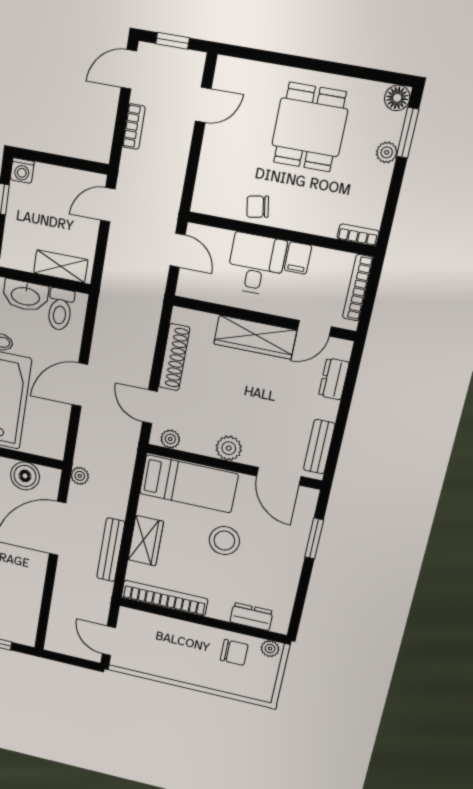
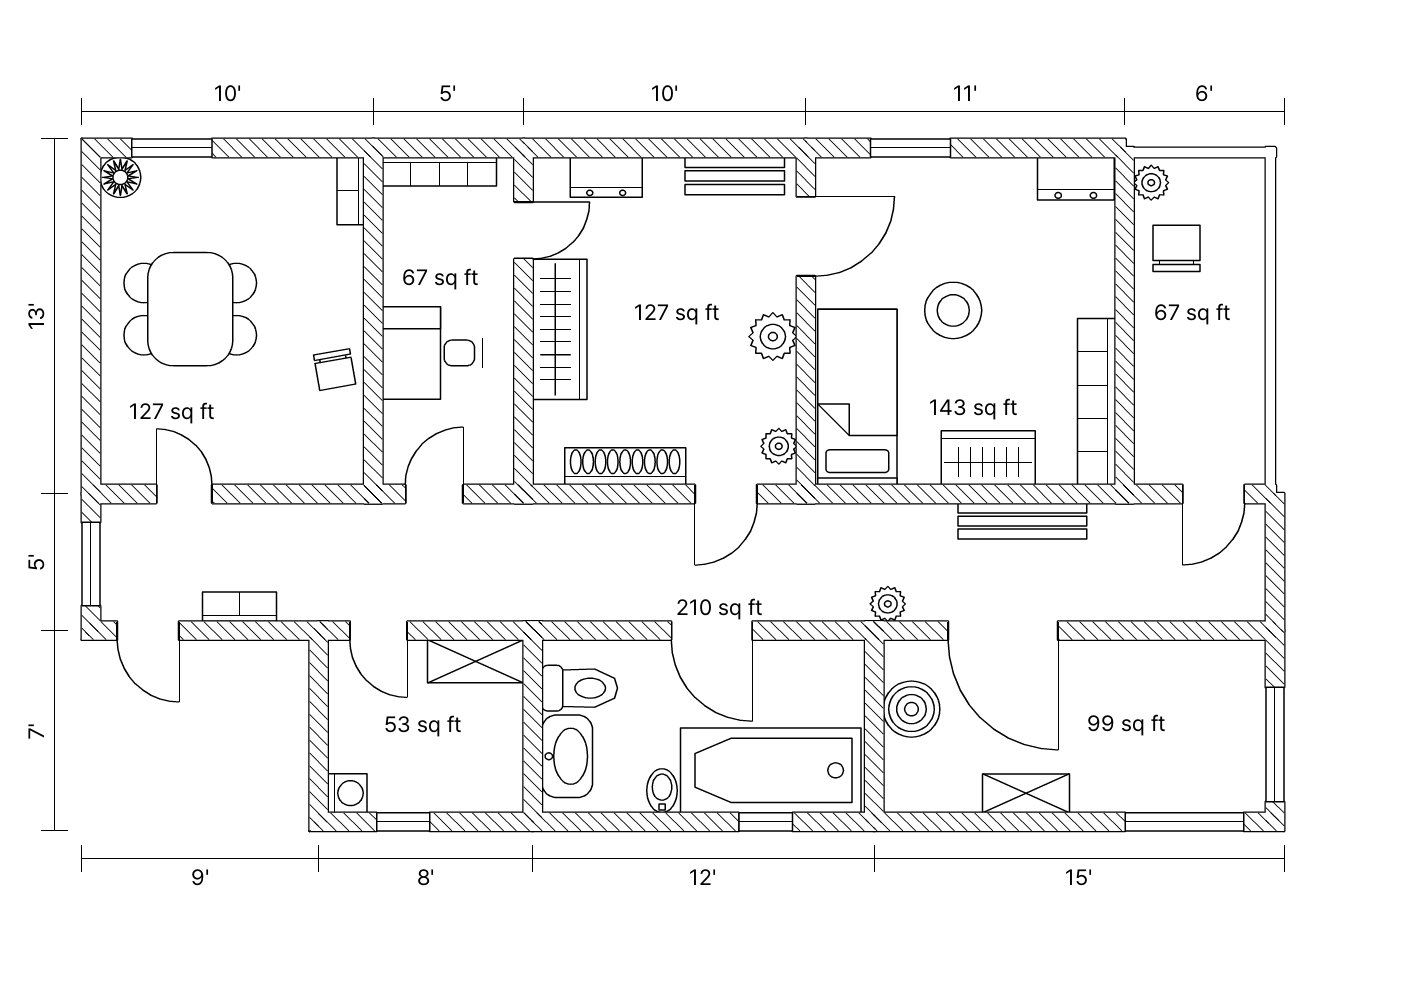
window: (173, 41) -> (91, 564), width x1.50
plant: (387, 152) -> (208, 174), removed
filing cabinet: (298, 258) -> (408, 284), removed
shelving: (61, 266) -> (476, 661), moved, turned 90
door: (314, 328) -> (524, 230), hinge flipped
dresser: (251, 617) -> (1076, 179), moved, turned -90

